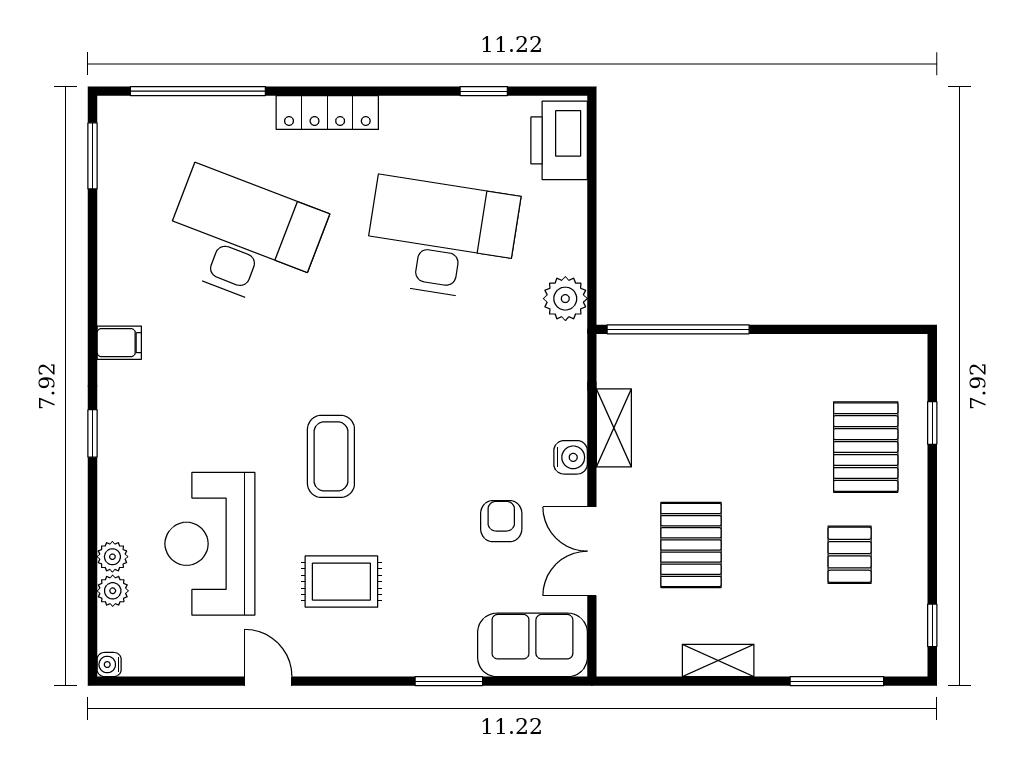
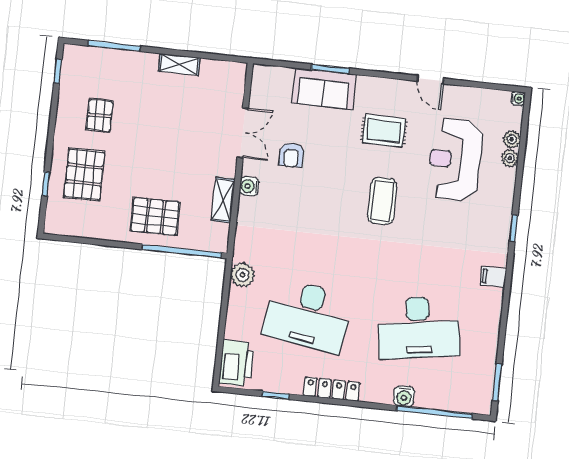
locker: (327, 113) -> (332, 389), moved
water cooler: (255, 114) -> (404, 396), added
desk: (243, 239) -> (418, 327), turned -30
reception desk: (210, 544) -> (455, 160), turned 180
pallet: (691, 545) -> (155, 217), moved, turned 90
sofa: (532, 645) -> (324, 89), moved

